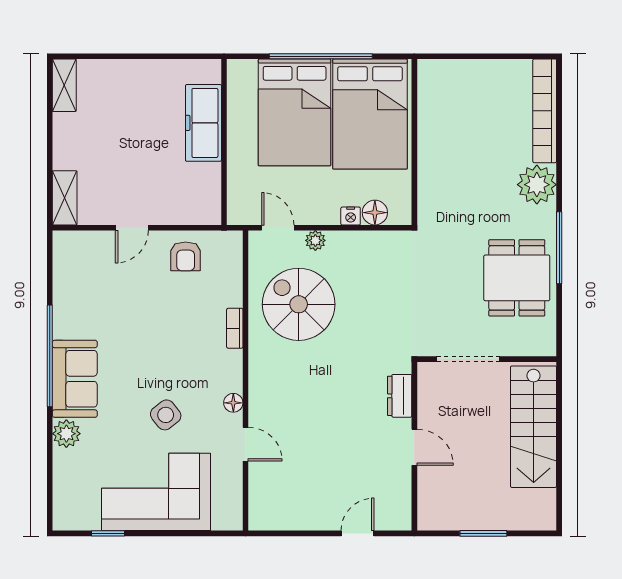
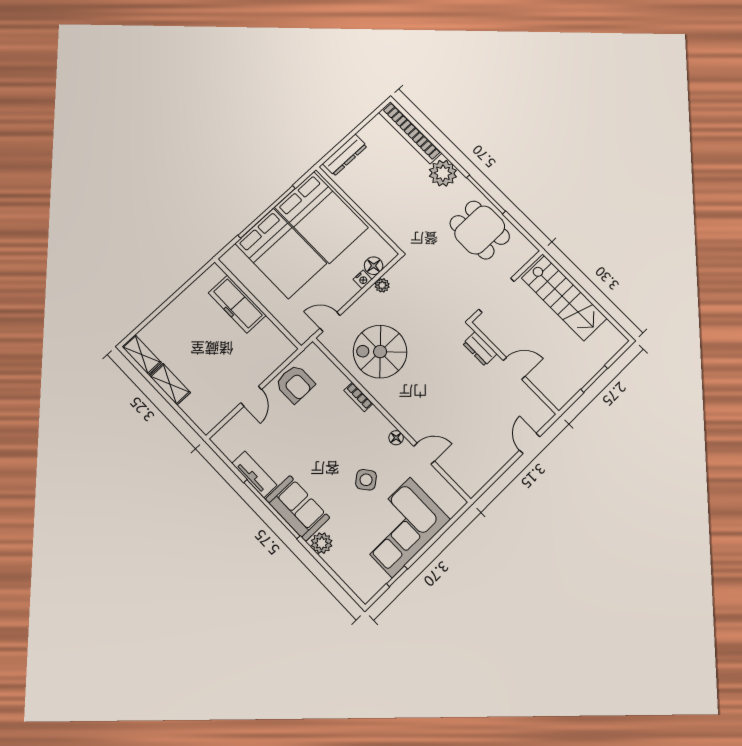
dresser: (455, 71) -> (345, 155), added
shelving: (65, 198) -> (170, 384), moved
plant: (315, 240) -> (382, 285), moved
armchair: (186, 256) -> (295, 384), width x1.38, depth x1.38
tv unit: (64, 307) -> (254, 474), added

